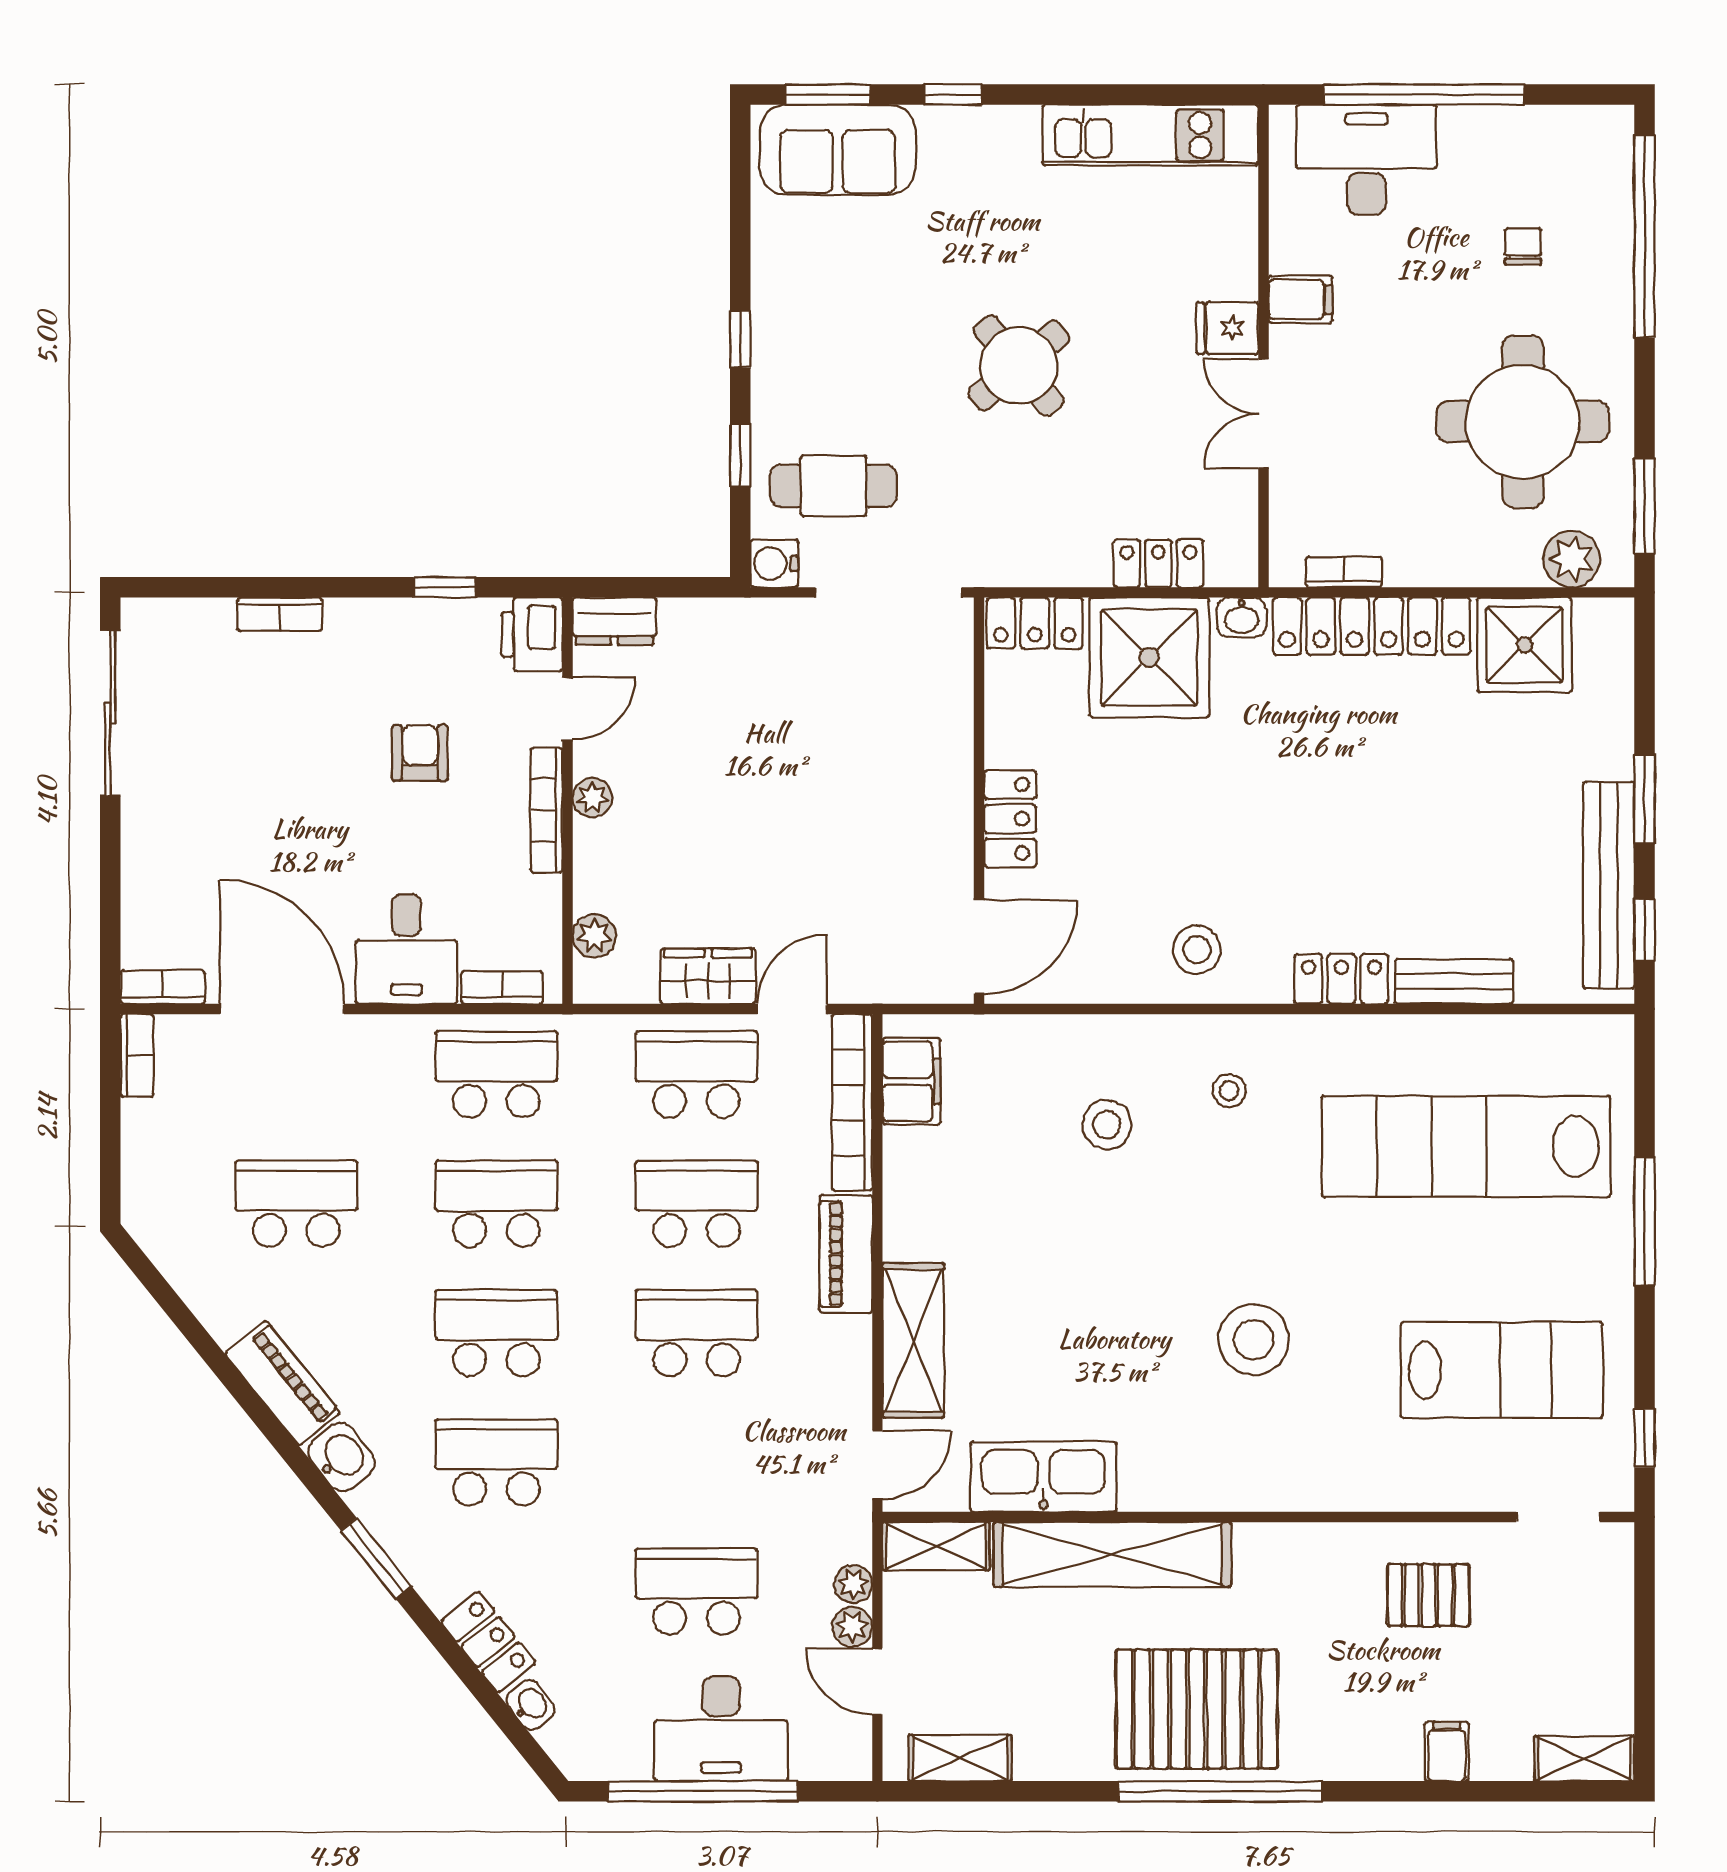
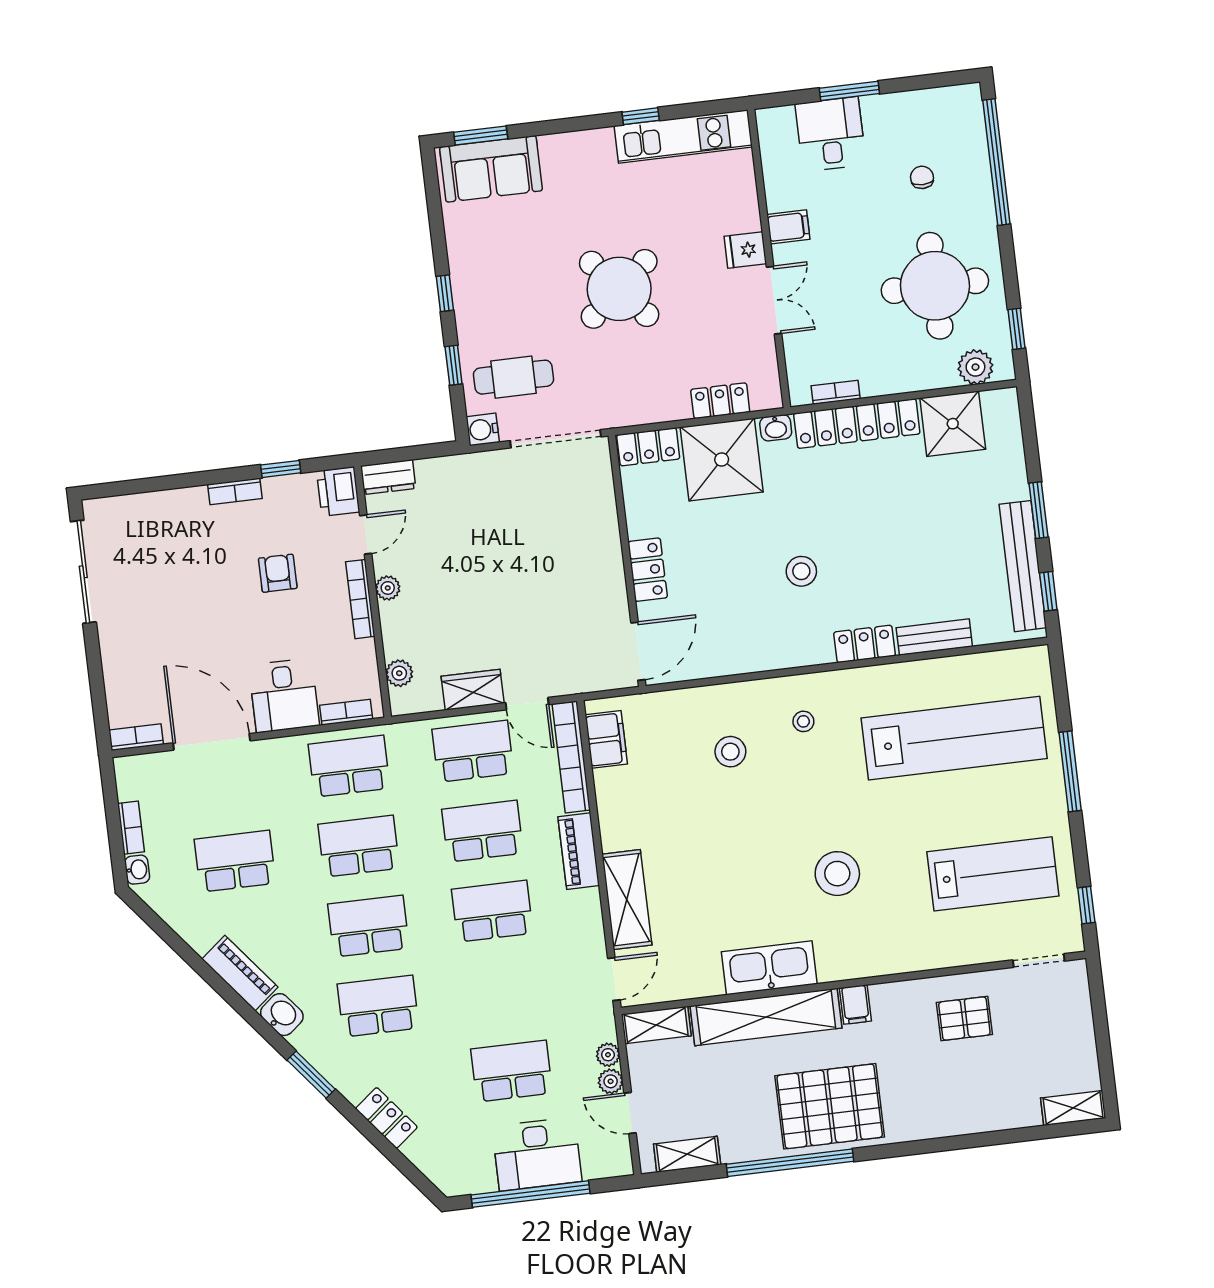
window: (953, 95) -> (641, 116), moved
window: (1424, 95) -> (849, 91), width x0.47
desk: (1366, 160) -> (830, 134), width x0.73
round table: (1019, 366) -> (619, 289), width x1.36, depth x1.36
double door: (1263, 414) -> (774, 300), swing flipped
window: (1644, 506) -> (1017, 329), width x0.67
bookcase: (280, 614) -> (235, 491), moved
stool: (1197, 950) -> (801, 571), moved
door: (792, 1009) -> (527, 704), swing flipped
bookcase: (137, 1055) -> (131, 828), moved
lab bench: (1466, 1146) -> (954, 738), turned 180
kitchen sink: (1043, 1477) -> (769, 968), moved
washbasin: (530, 1705) -> (137, 870), moved, turned 39
filing cabinet: (1447, 1751) -> (855, 1004), moved, turned 180
window: (1220, 1791) -> (790, 1163), moved

